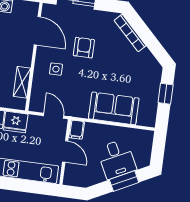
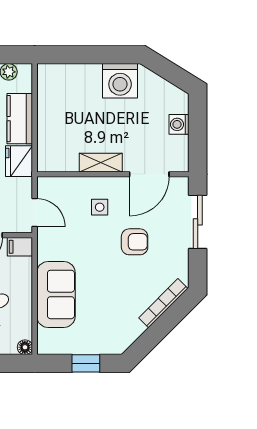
shelving: (22, 82) -> (101, 163), moved
door: (54, 116) -> (35, 213), hinge flipped
floor lamp: (148, 135) -> (25, 347), added

